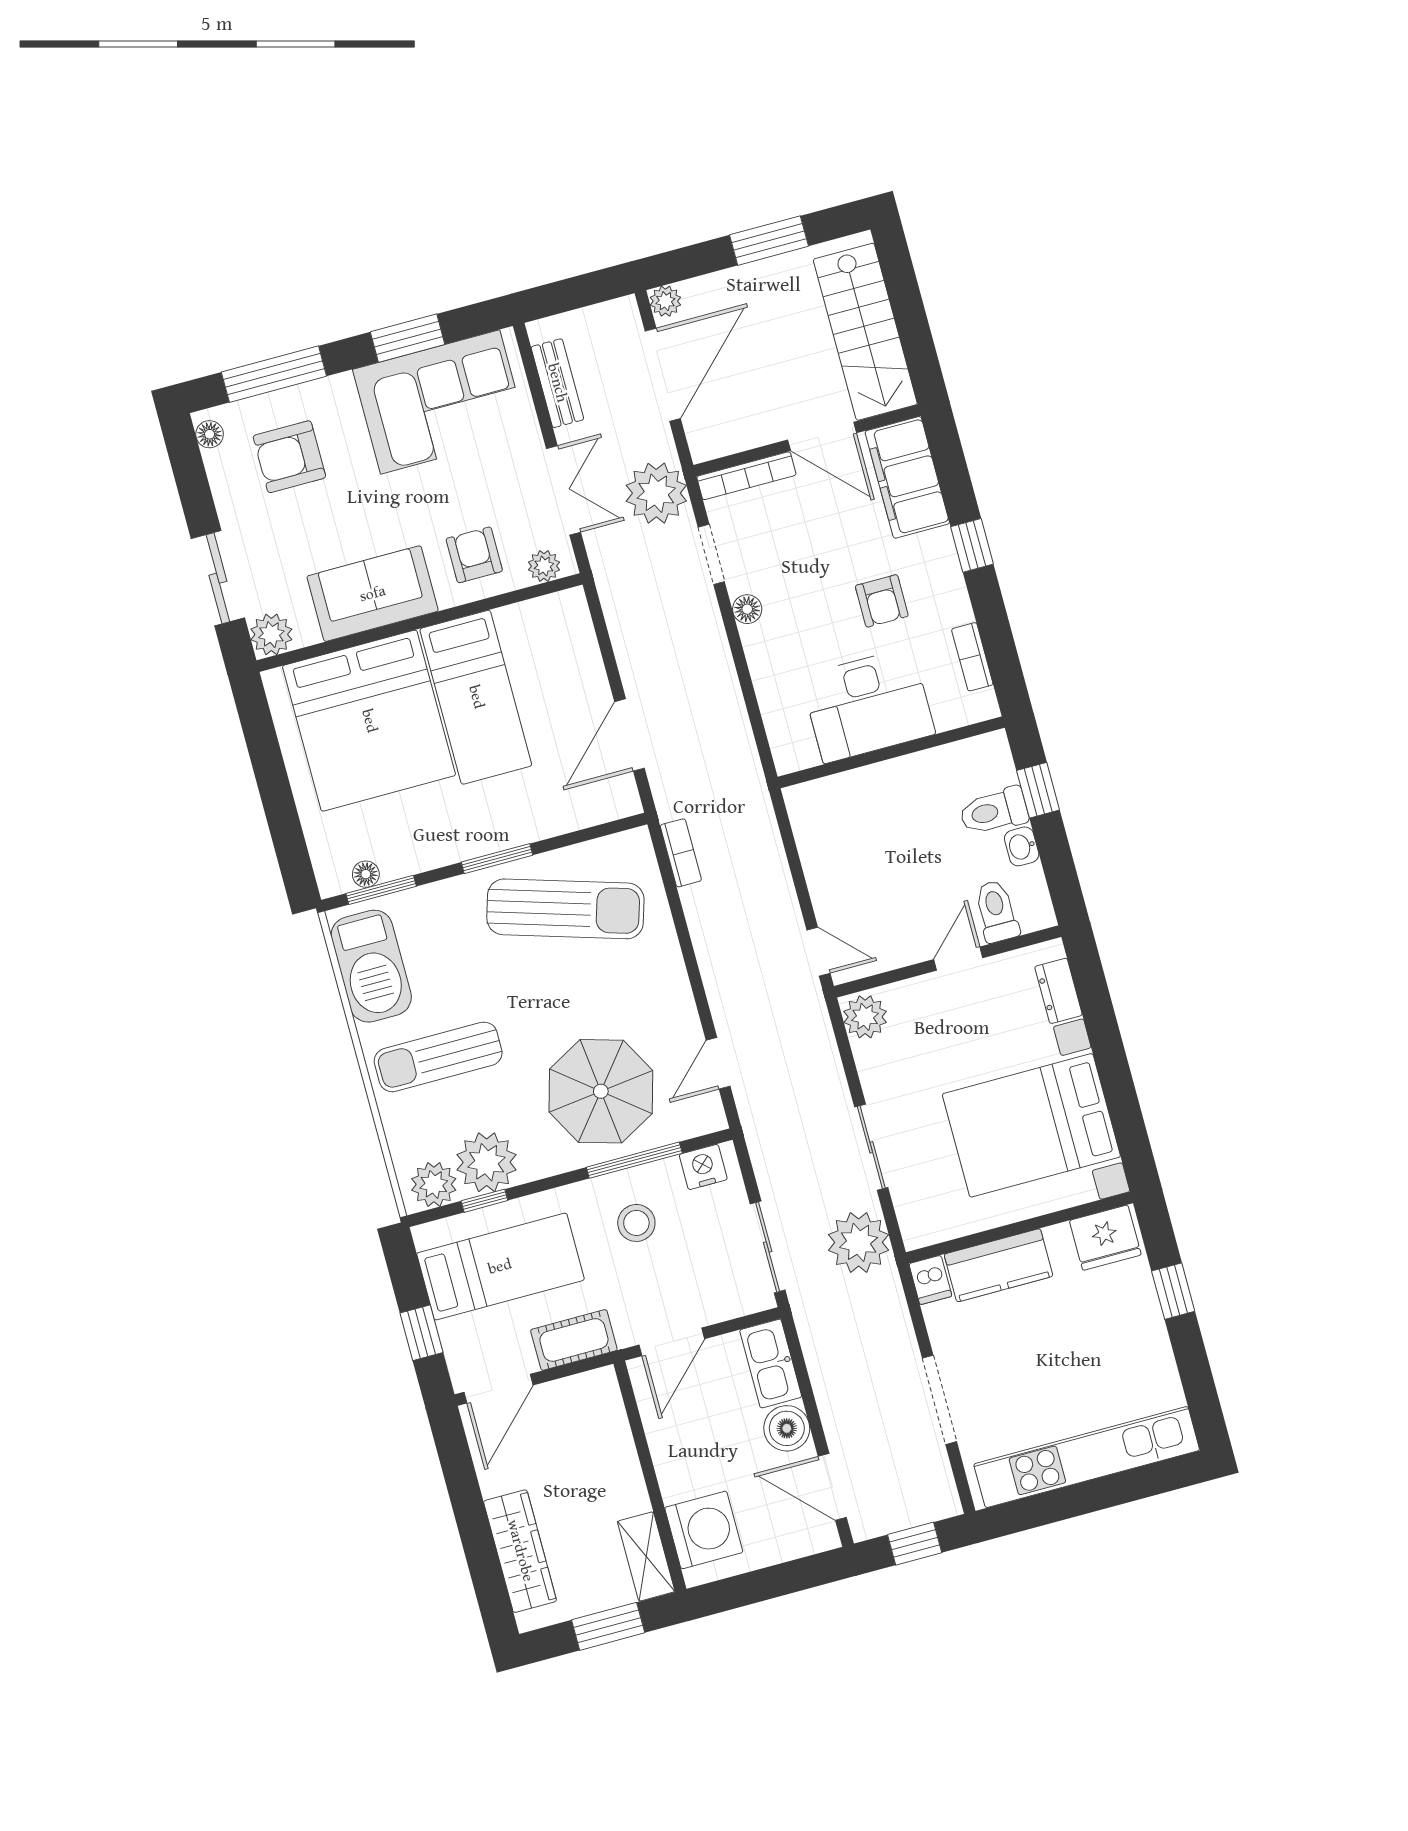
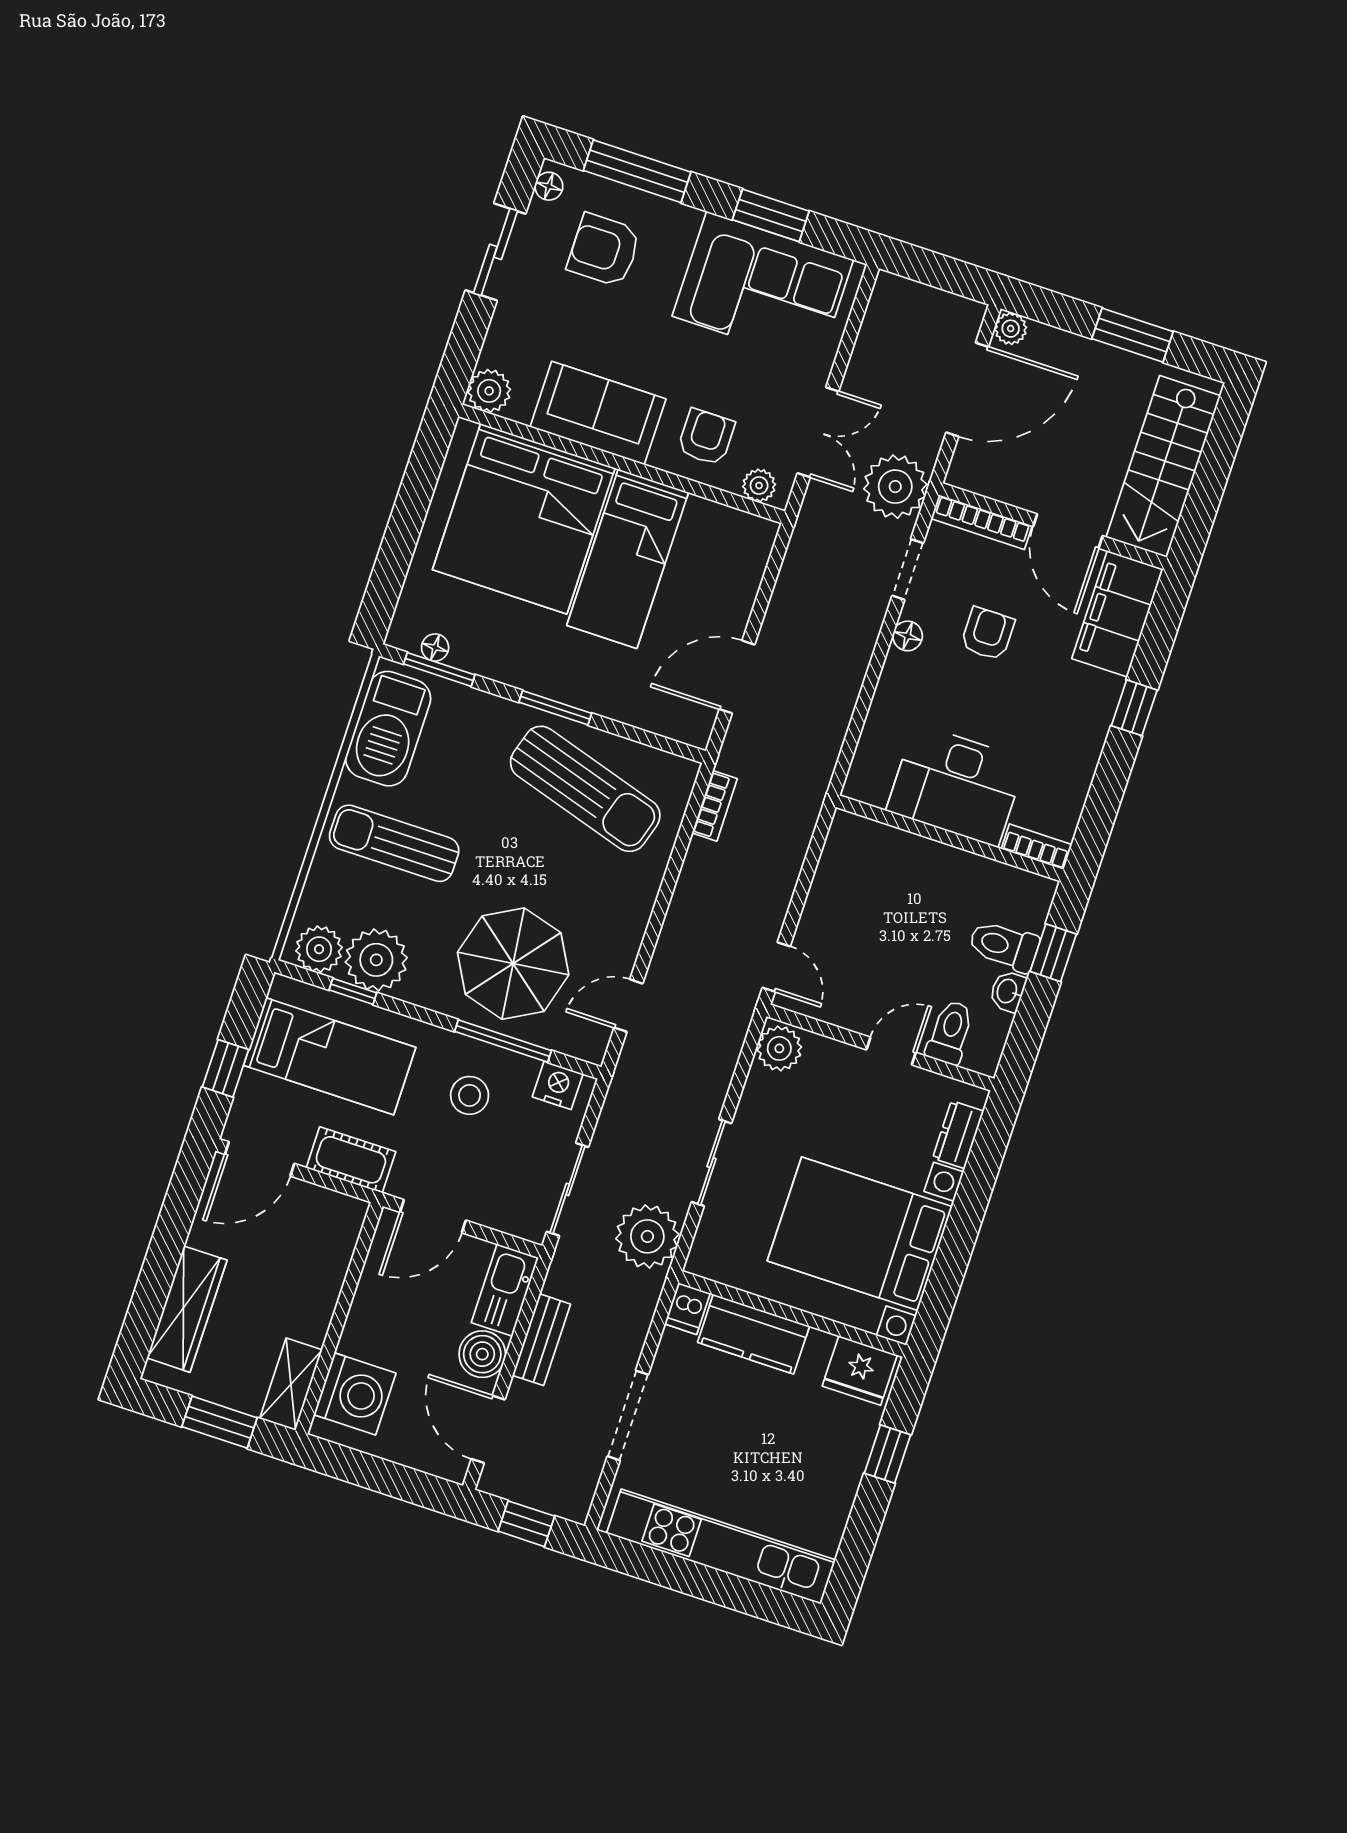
bench: (557, 383) -> (541, 1340), moved
sliding door: (218, 578) -> (495, 252), moved
armchair: (882, 601) -> (988, 634), moved, turned 180
bookcase: (972, 657) -> (1037, 847), moved, turned 90

